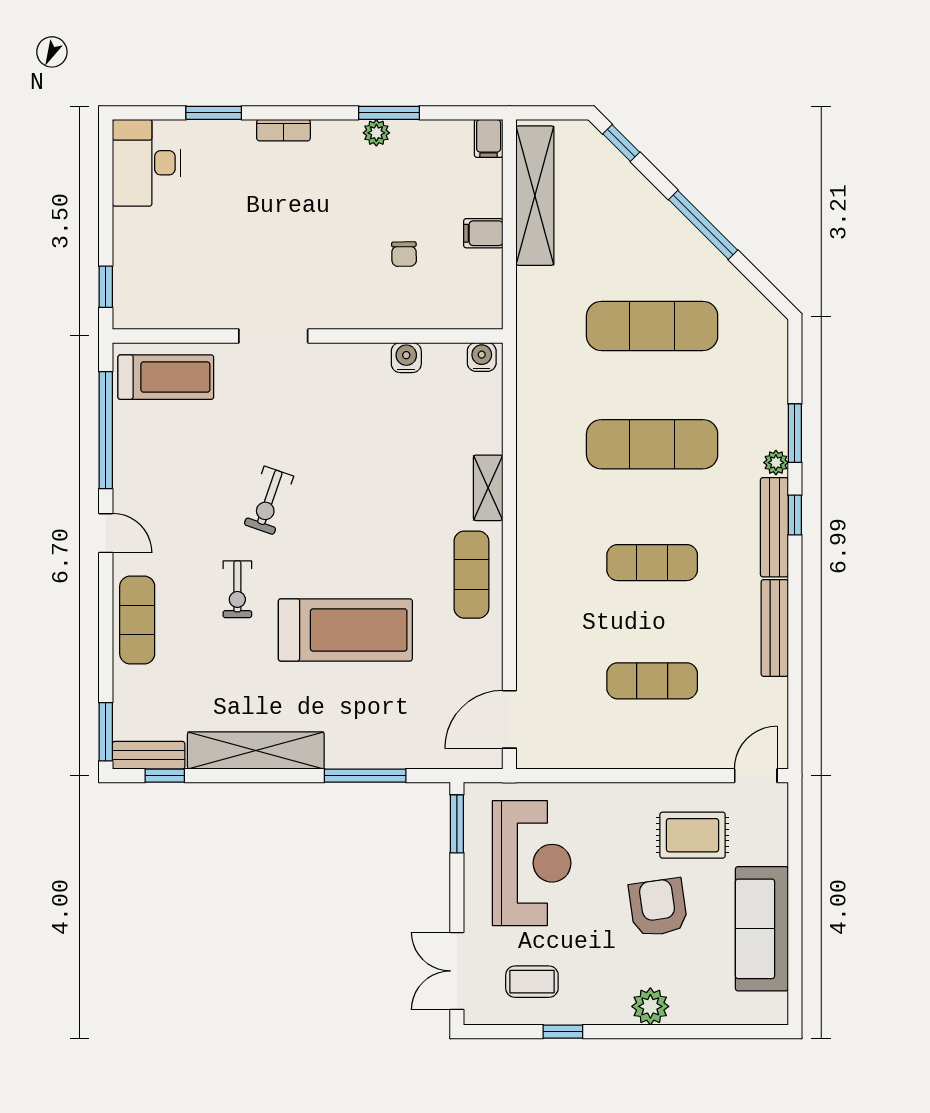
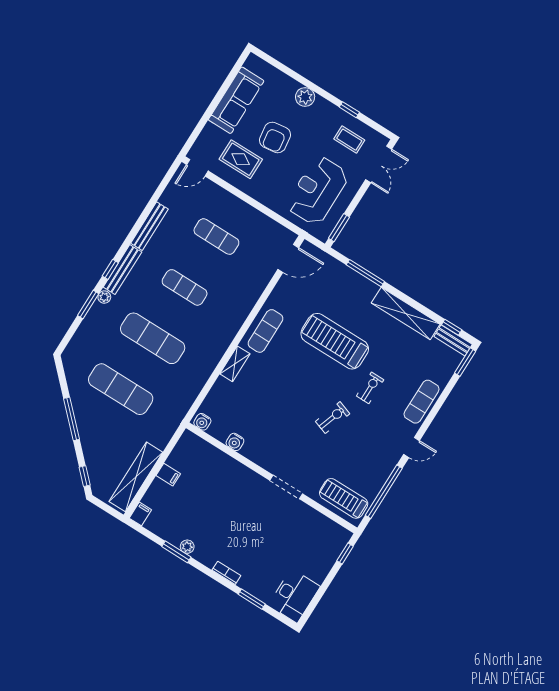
chair: (404, 254) -> (208, 487), removed
door: (106, 533) -> (412, 448), swing flipped

